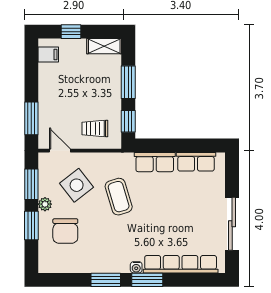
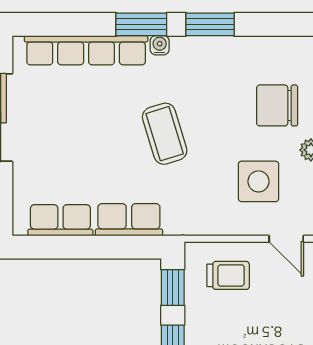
side table: (77, 185) -> (258, 181), turned 38
coffee table: (119, 197) -> (165, 134), moved
chair: (65, 231) -> (277, 105), turned -90

